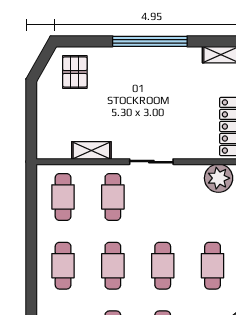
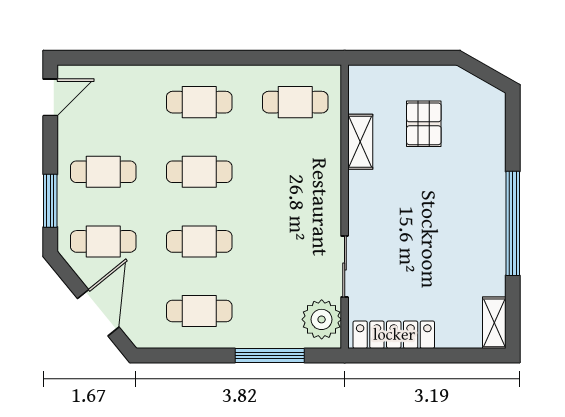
pallet: (75, 72) -> (424, 124), moved, turned 90
sliding door: (151, 162) -> (345, 266), moved
cafe table: (113, 197) -> (295, 172), removed

